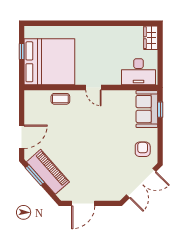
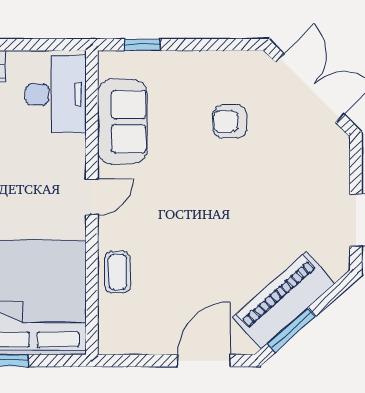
sofa: (147, 109) -> (122, 122), moved, turned -90
door: (22, 137) -> (204, 361), hinge flipped
armchair: (143, 149) -> (230, 121), moved

